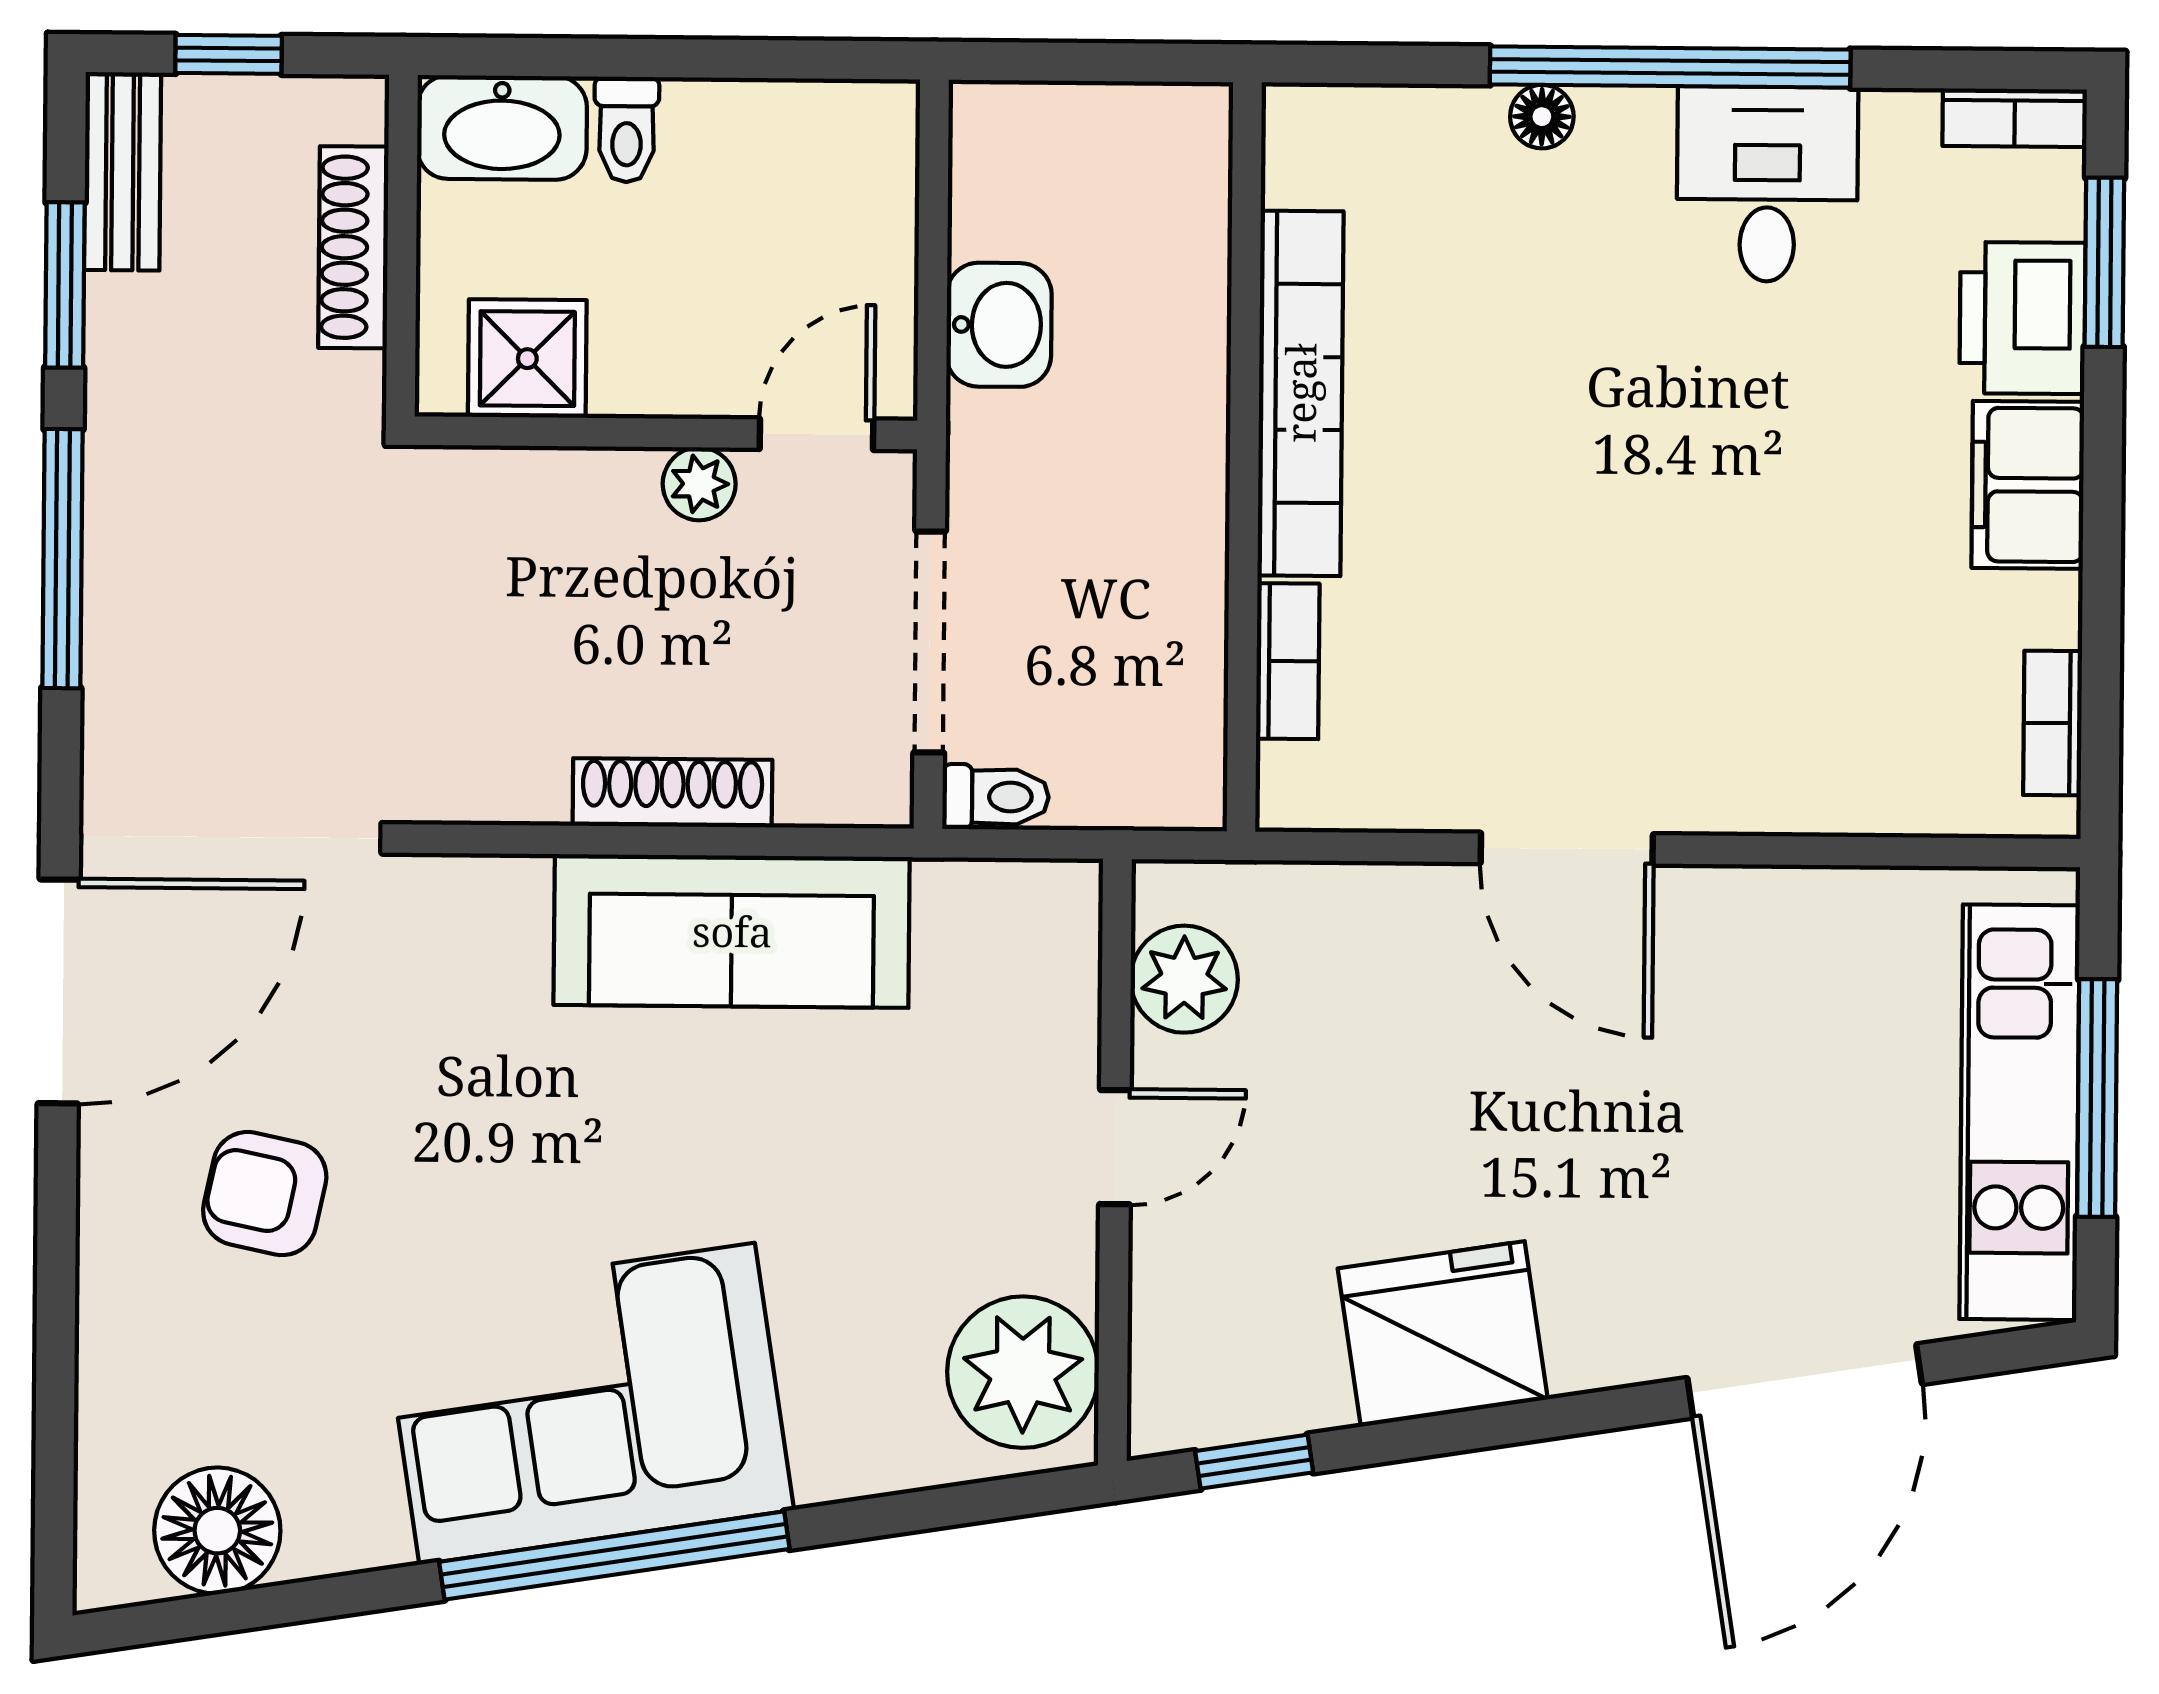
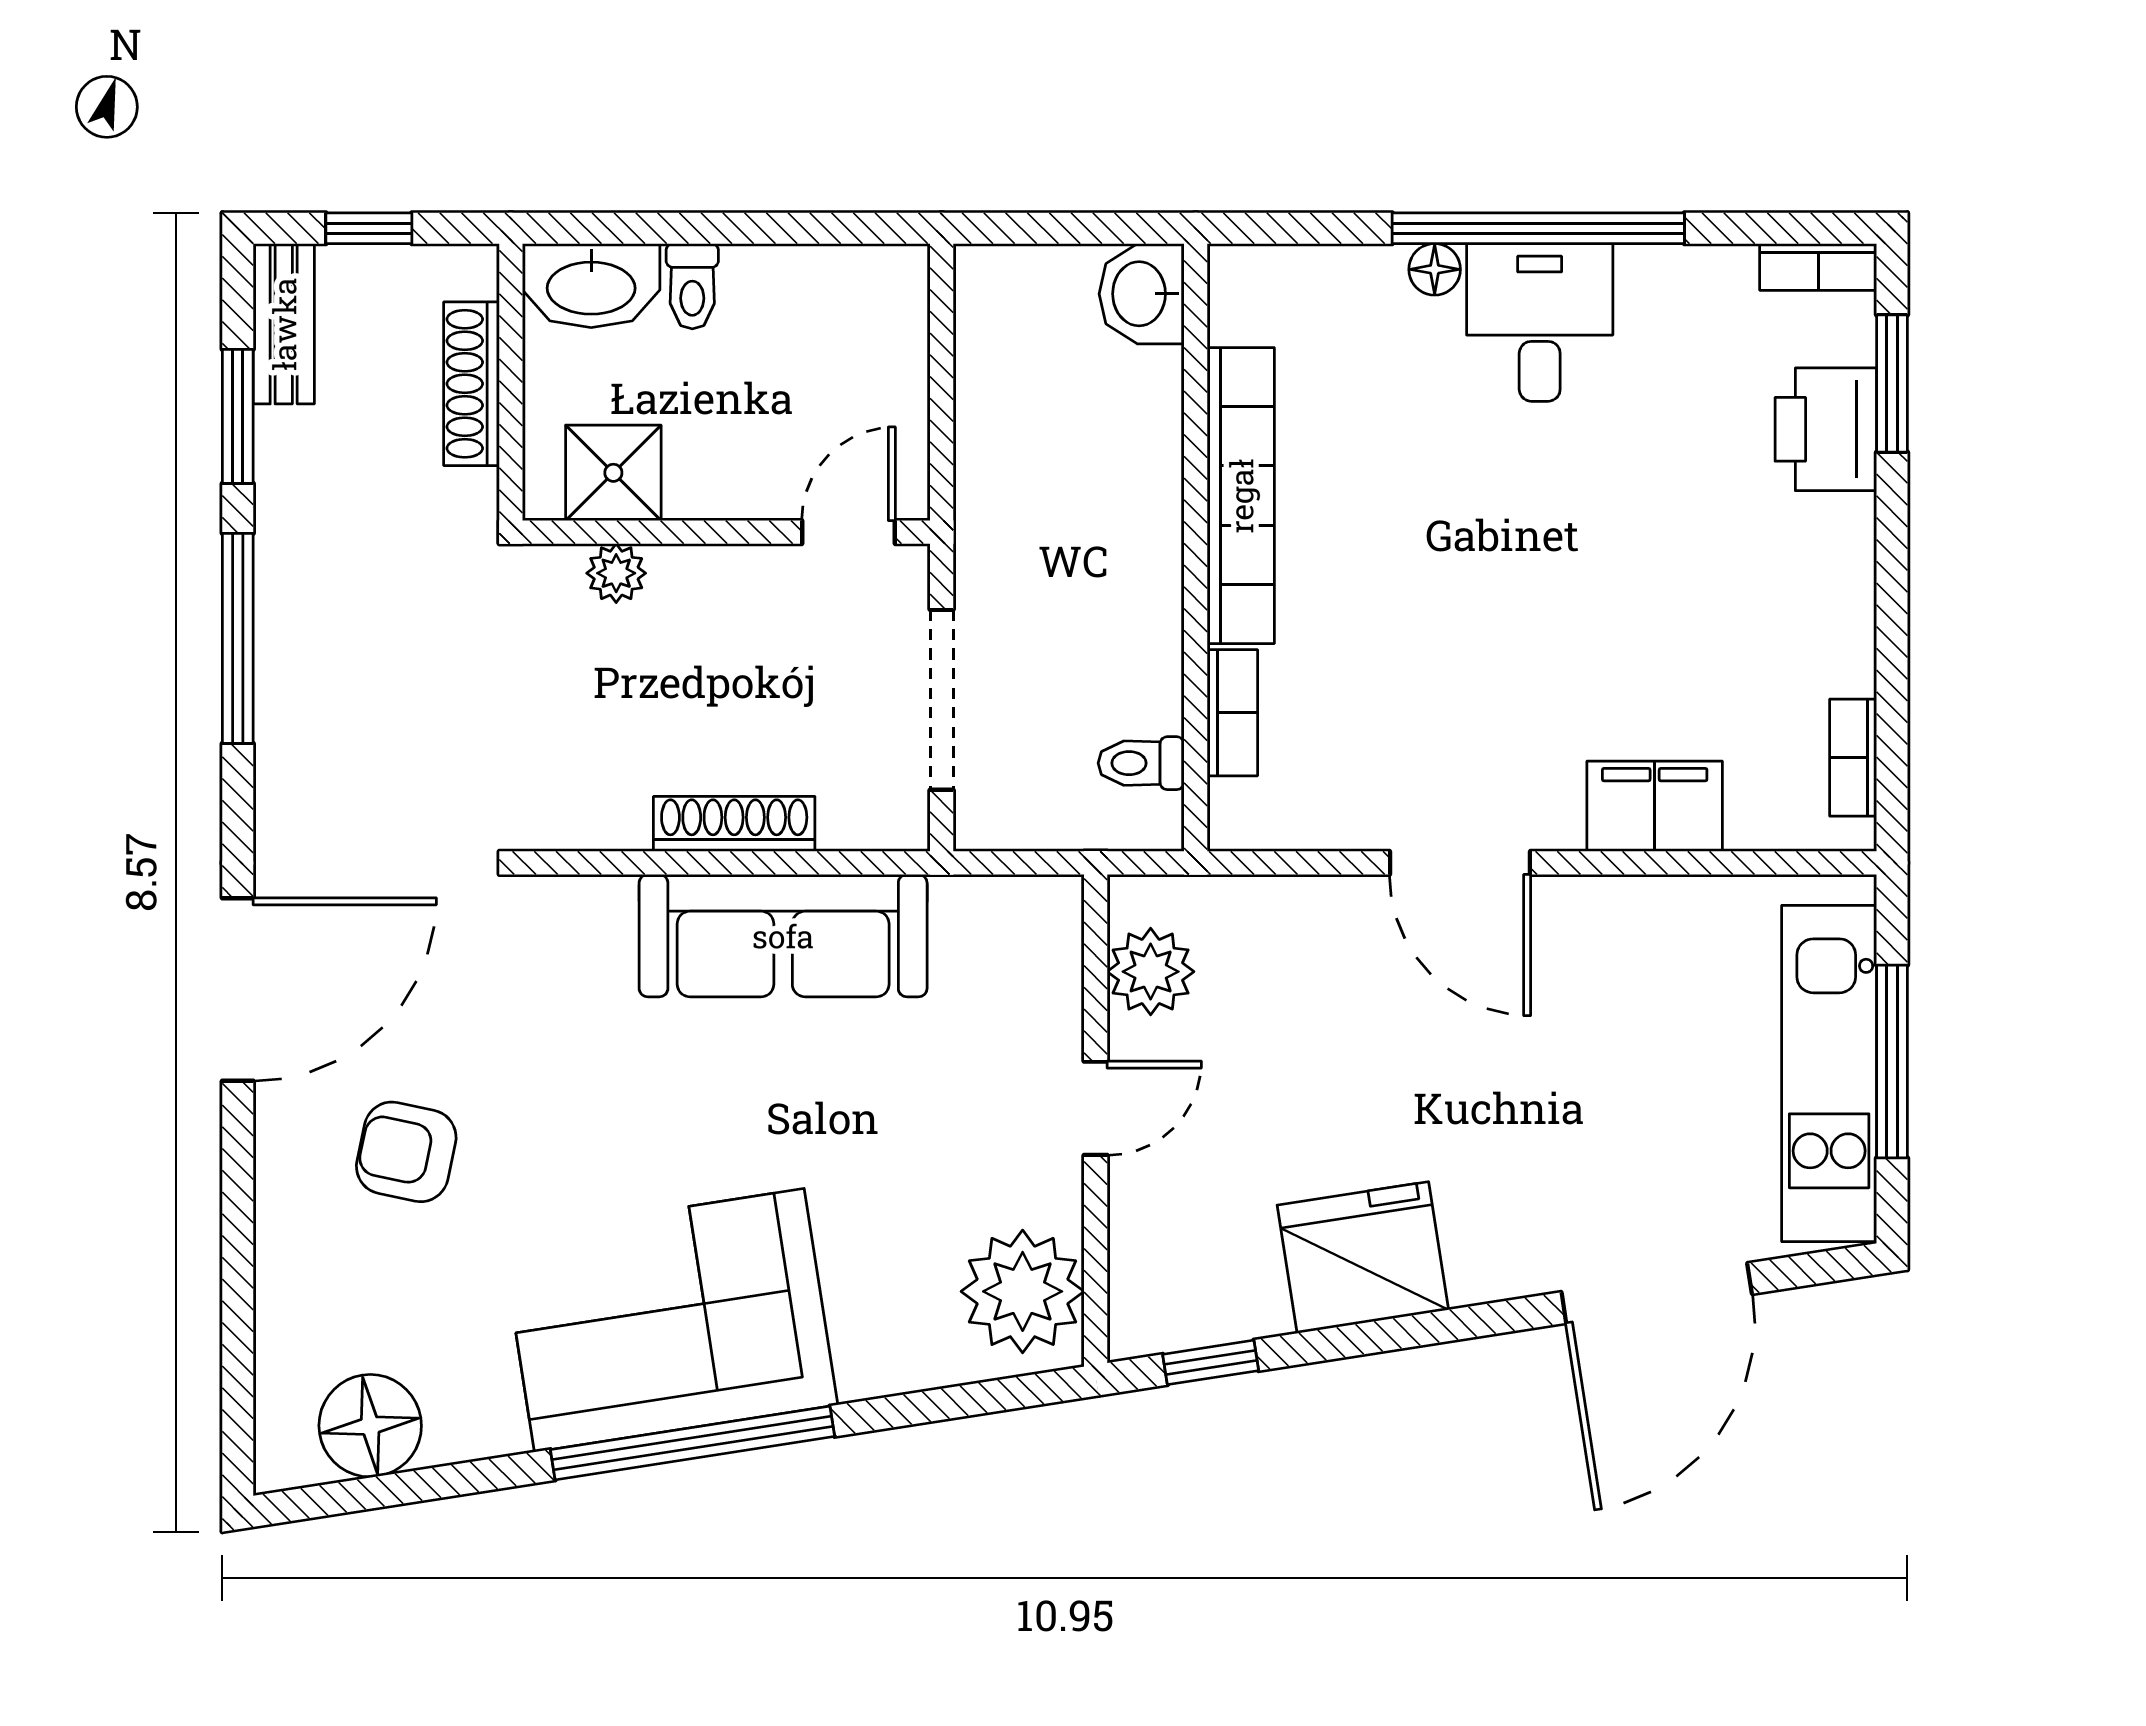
desk: (1767, 184) -> (1540, 322), moved
washbasin: (999, 325) -> (1142, 294), moved, turned 180
plant: (699, 484) -> (616, 573), moved
filing cabinet: (2028, 485) -> (1655, 806), moved, turned 90
toilet: (996, 797) -> (1141, 763), moved, turned 180

